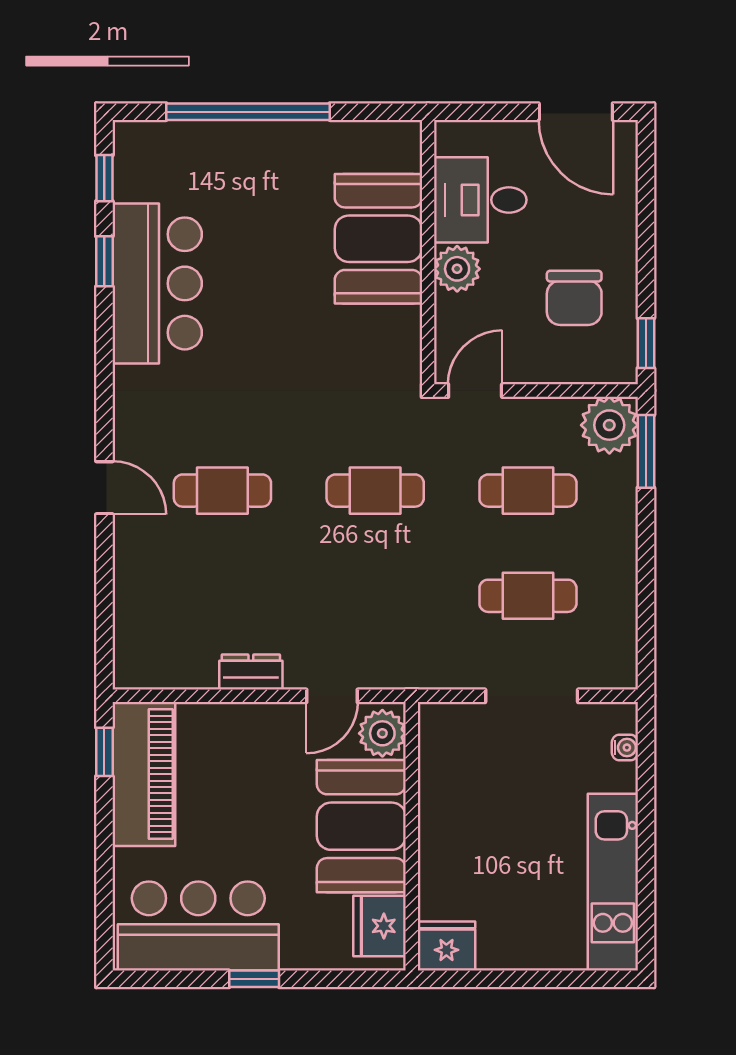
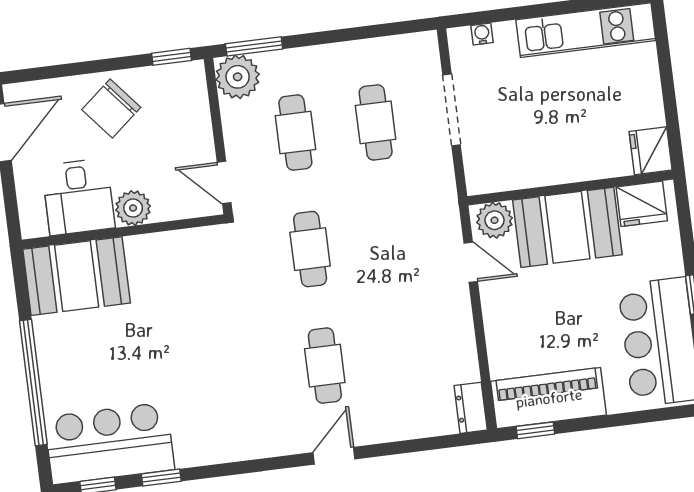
booth: (378, 239) -> (77, 276), moved
bar counter: (157, 283) -> (109, 443), moved
chair: (574, 298) -> (111, 108), moved, turned 140
dresser: (251, 672) -> (471, 408), moved

